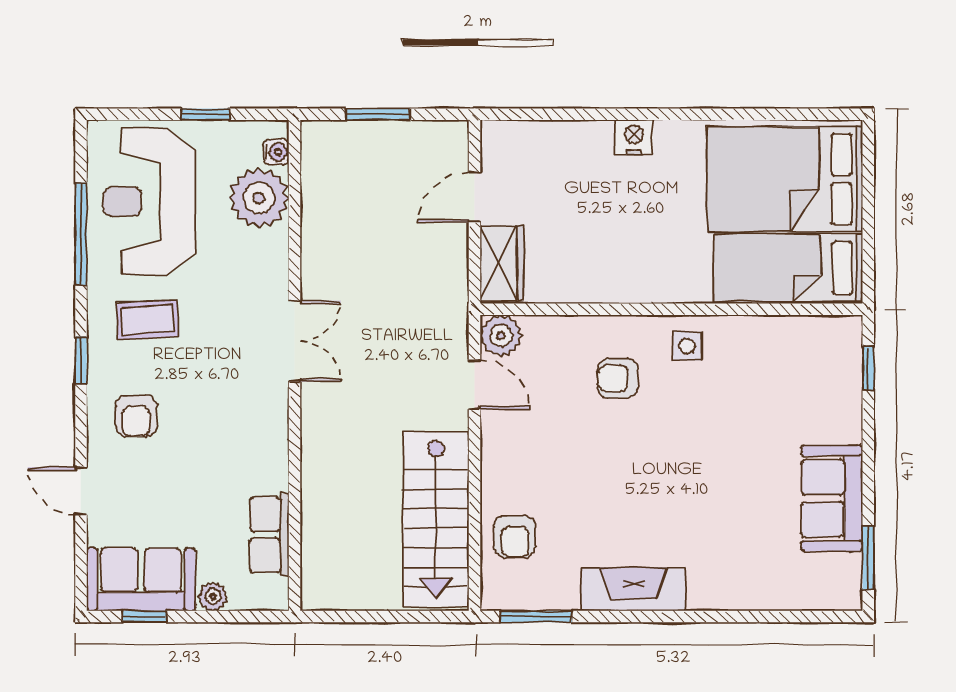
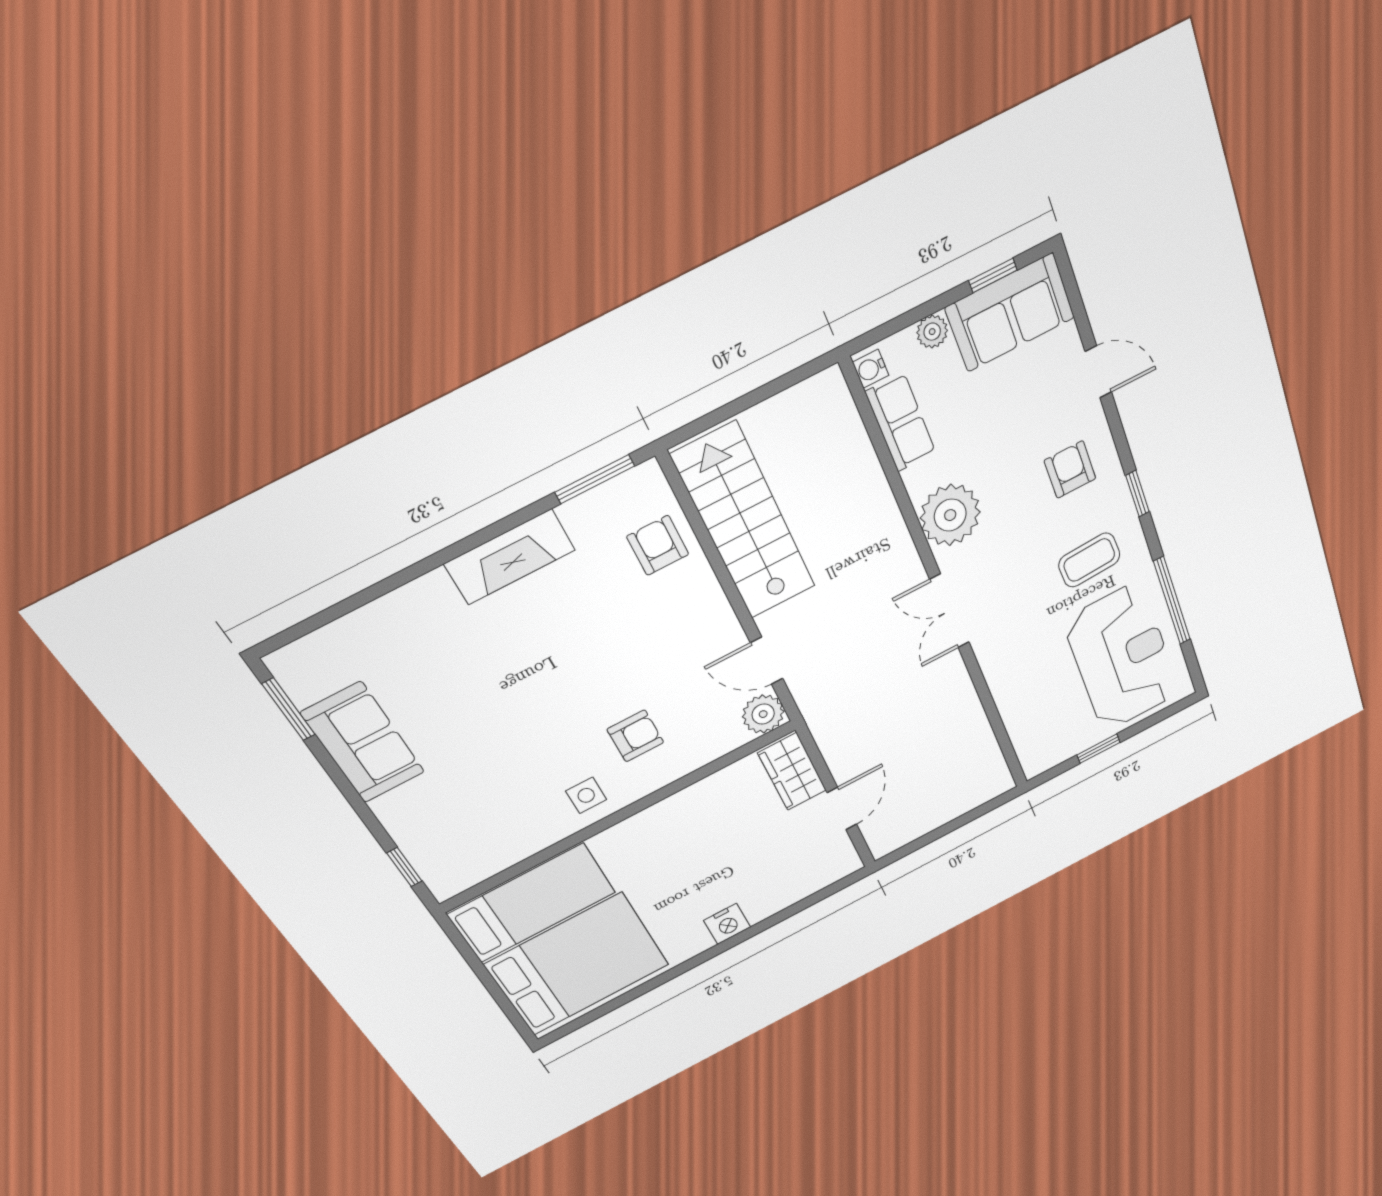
window: (378, 114) -> (953, 825), removed
water cooler: (276, 152) -> (871, 369), moved
plant: (259, 198) -> (950, 515), moved

